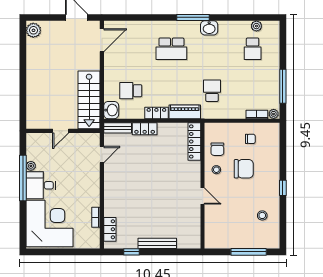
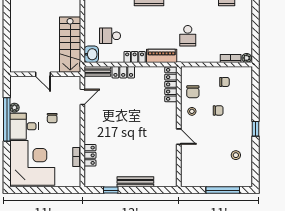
window: (283, 86) -> (256, 32), removed
school desk: (212, 91) -> (188, 36), turned 180
door: (61, 131) -> (43, 74), hinge flipped
chair: (244, 169) -> (218, 110), width x0.54, depth x0.54
chair: (70, 177) -> (52, 118), added
locker: (110, 229) -> (90, 155), moved

